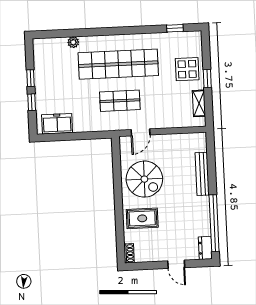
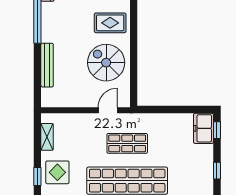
window: (207, 79) -> (37, 177), moved
window: (32, 102) -> (217, 130), moved
freezer: (57, 124) -> (203, 128), moved, turned 90

